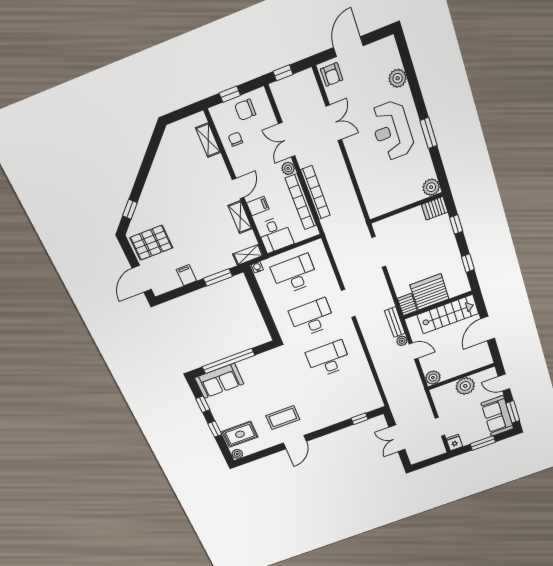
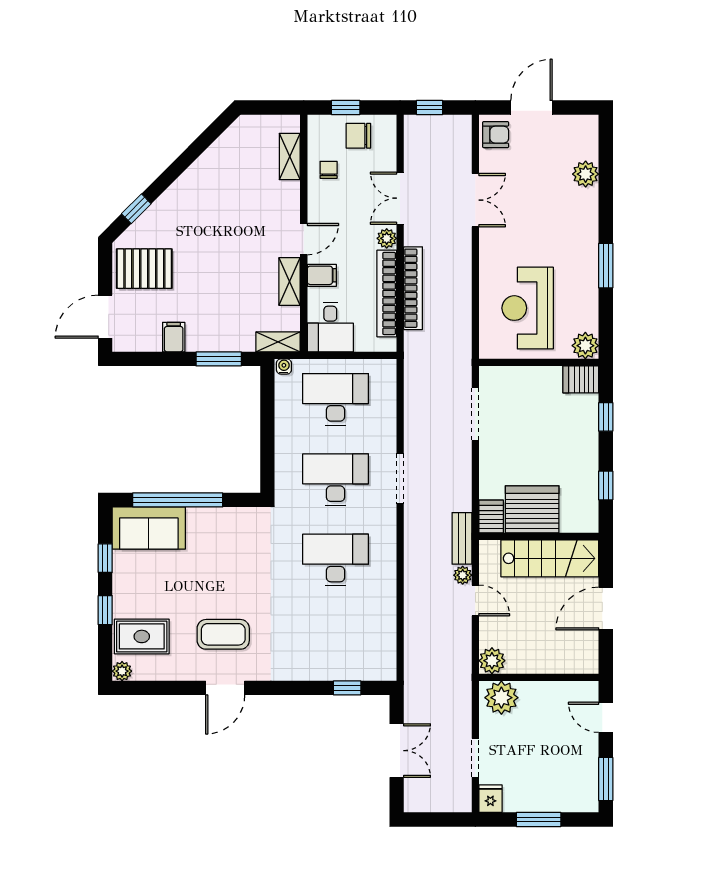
armchair: (332, 74) -> (496, 135), turned -90
reception desk: (392, 131) -> (528, 308), moved
plant: (465, 386) -> (501, 698), moved
sofa: (497, 416) -> (578, 776), removed
double door: (397, 438) -> (397, 751), swing flipped

